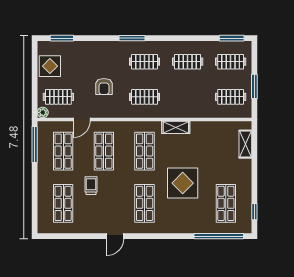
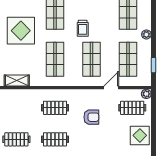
armchair: (104, 86) -> (91, 117), turned 90
shelving: (176, 127) -> (17, 81), moved
window: (35, 145) -> (153, 65), width x0.46
plant: (43, 179) -> (146, 34), added
trolley: (91, 186) -> (83, 28), moved

